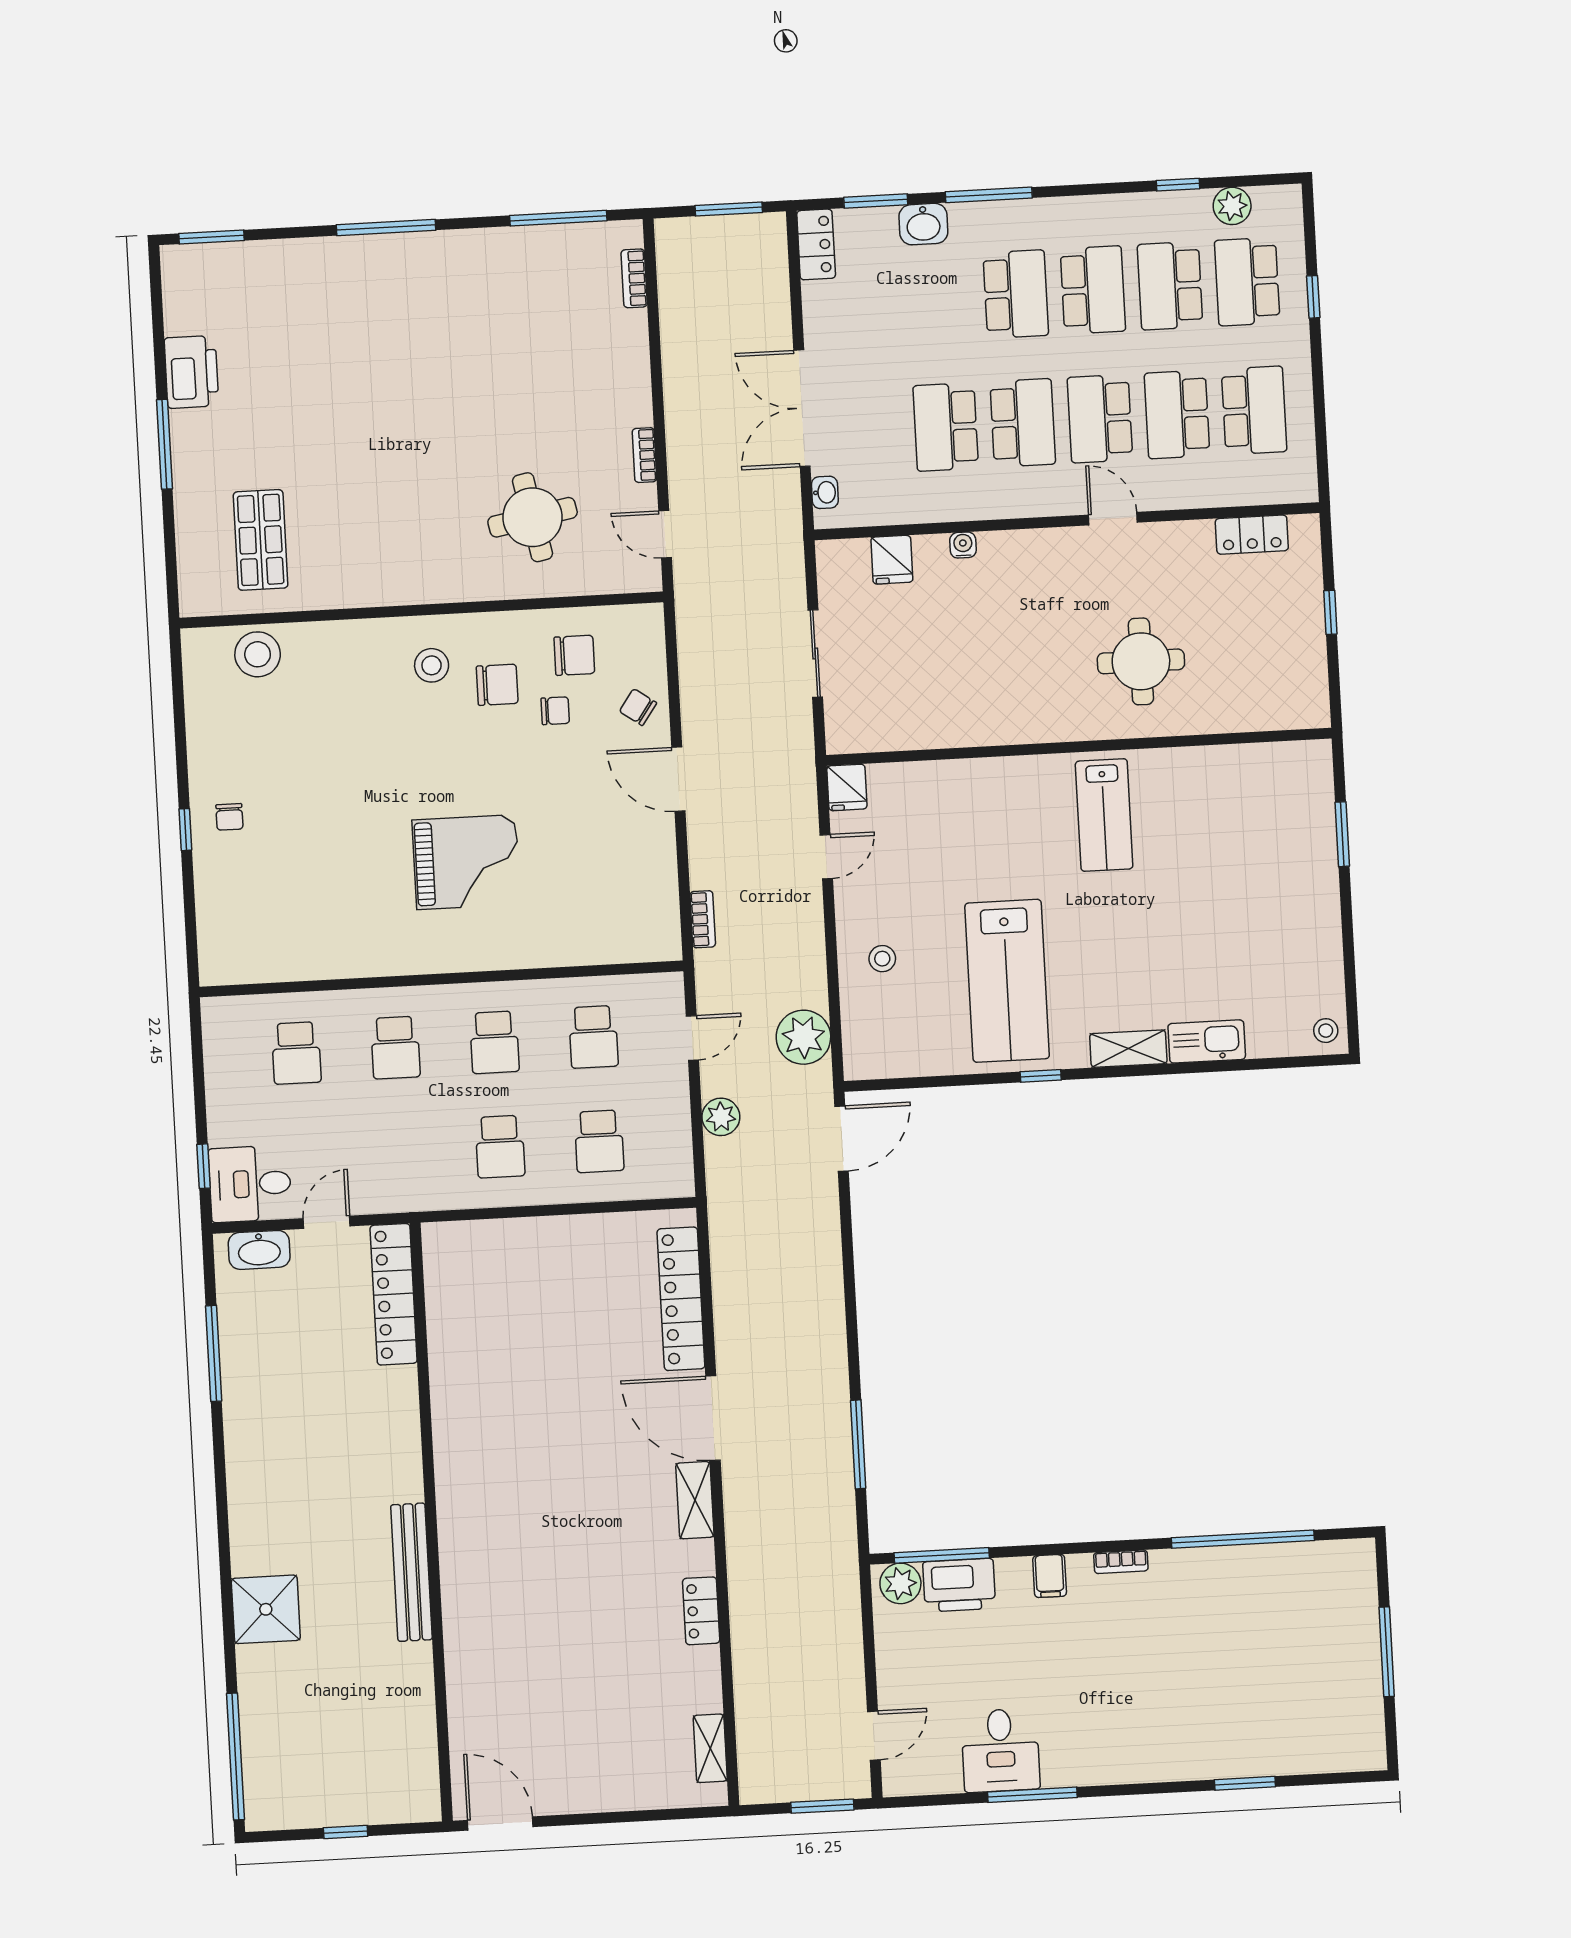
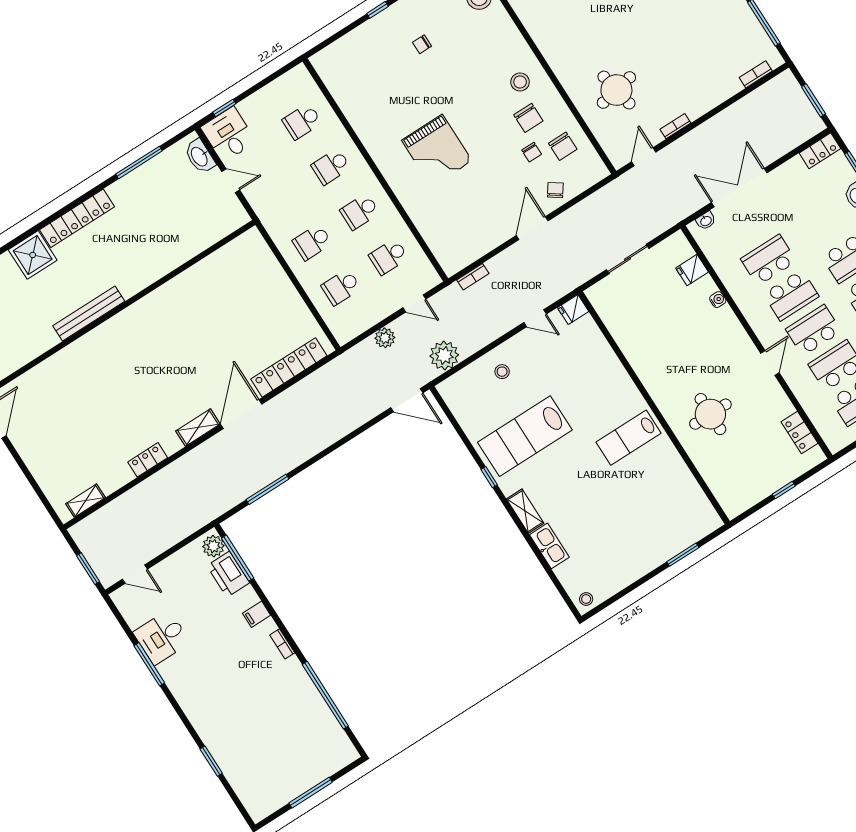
chair: (229, 817) -> (422, 44), moved
locker: (394, 1294) -> (77, 218), moved, turned 180

